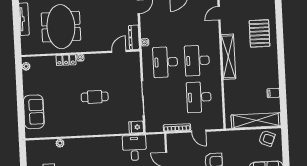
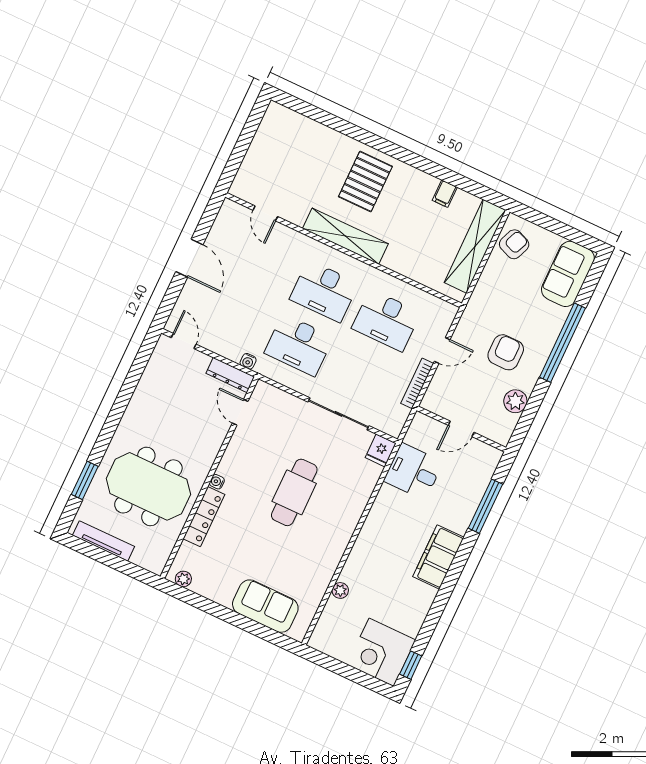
pallet: (259, 33) -> (365, 181), moved, turned 90
locker: (66, 60) -> (204, 517), width x1.53
cafe table: (95, 97) -> (294, 492), width x1.37, depth x1.35

